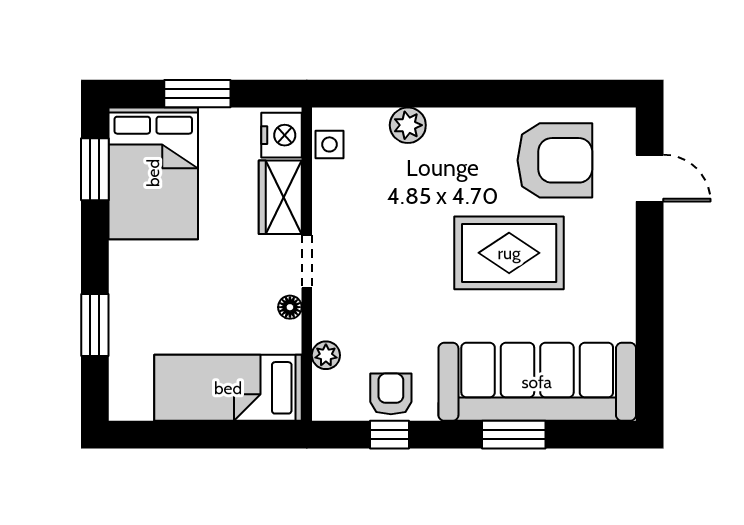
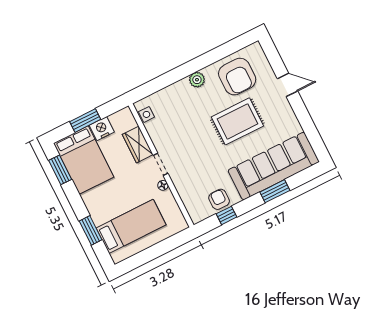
plant: (408, 125) -> (197, 80), moved
nightstand: (281, 135) -> (102, 129), moved, turned -90
armchair: (555, 160) -> (237, 77), turned 90
door: (650, 178) -> (287, 85), moved
plant: (326, 355) -> (186, 197), removed
bed: (228, 388) -> (131, 226), moved, turned 180

